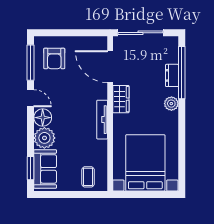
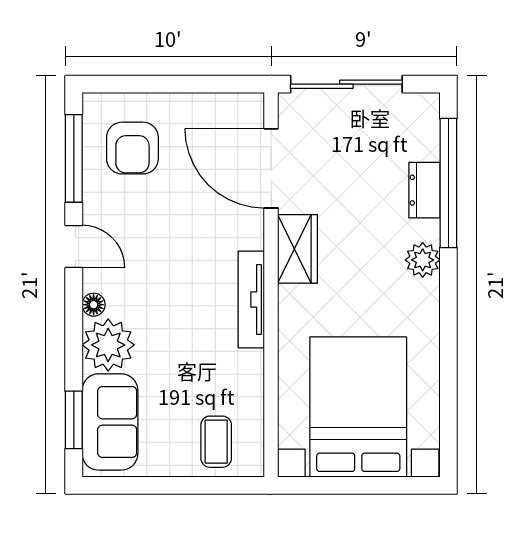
floor lamp: (43, 118) -> (94, 305), width x0.53, depth x0.53

